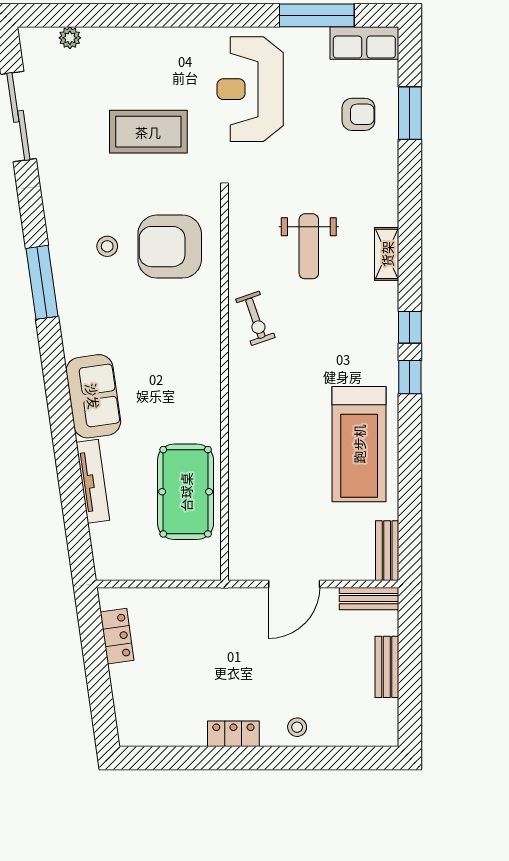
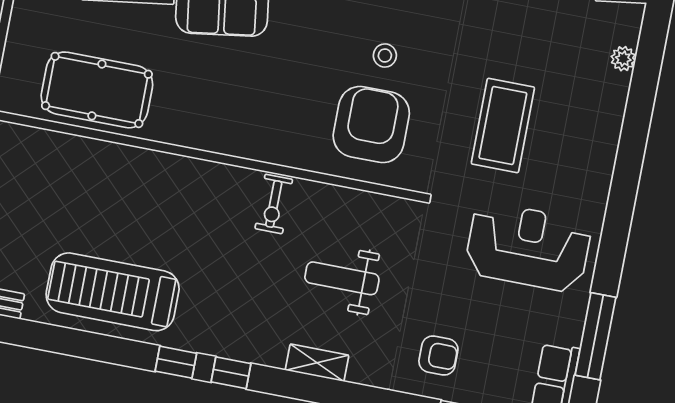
armchair: (358, 114) -> (438, 356), moved, turned -90
exercise bike: (255, 318) -> (274, 204), turned -71

